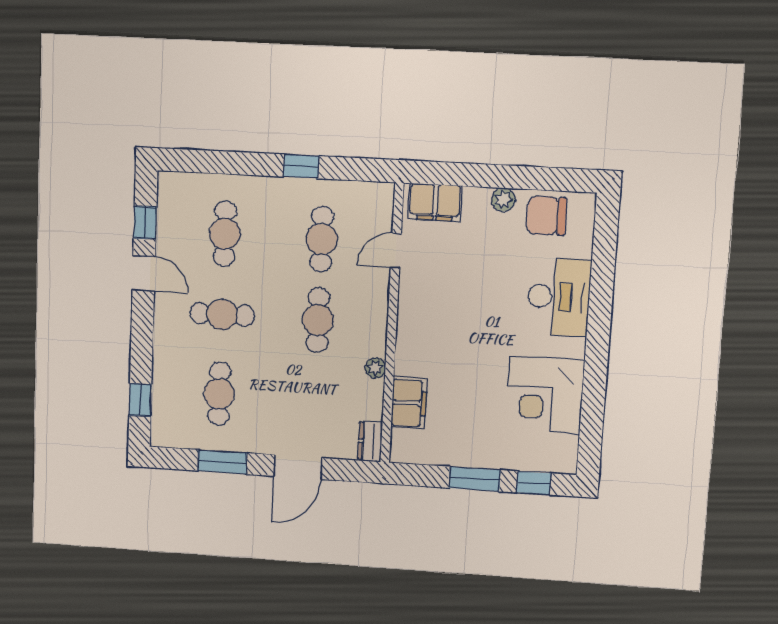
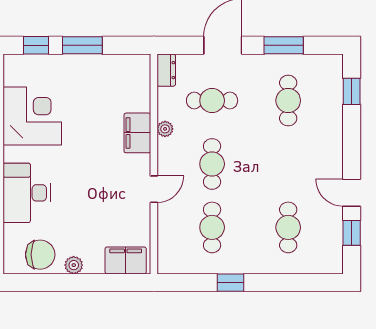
door: (396, 251) -> (154, 189), moved
cafe table: (222, 314) -> (212, 101), moved
filing cabinet: (409, 403) -> (137, 133), moved

